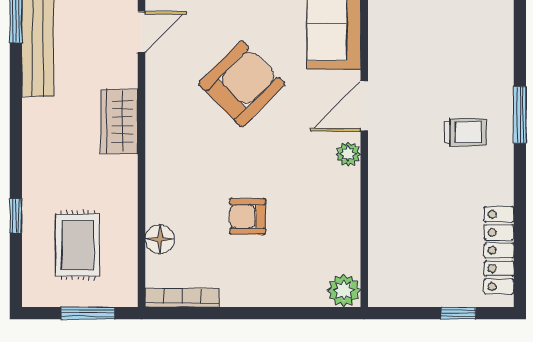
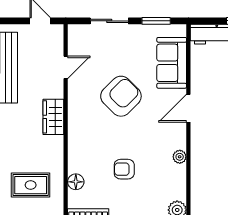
plant: (348, 154) -> (180, 157), moved
rug: (78, 245) -> (31, 185), turned 90

